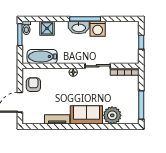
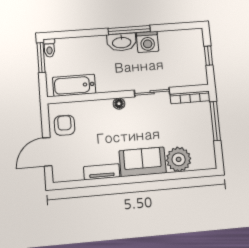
shower: (47, 28) -> (78, 46), removed
window: (141, 105) -> (215, 121), moved

